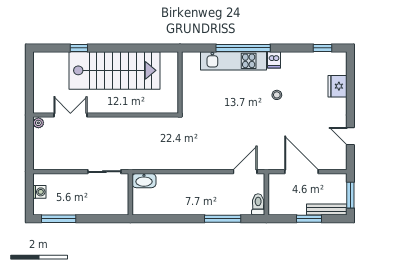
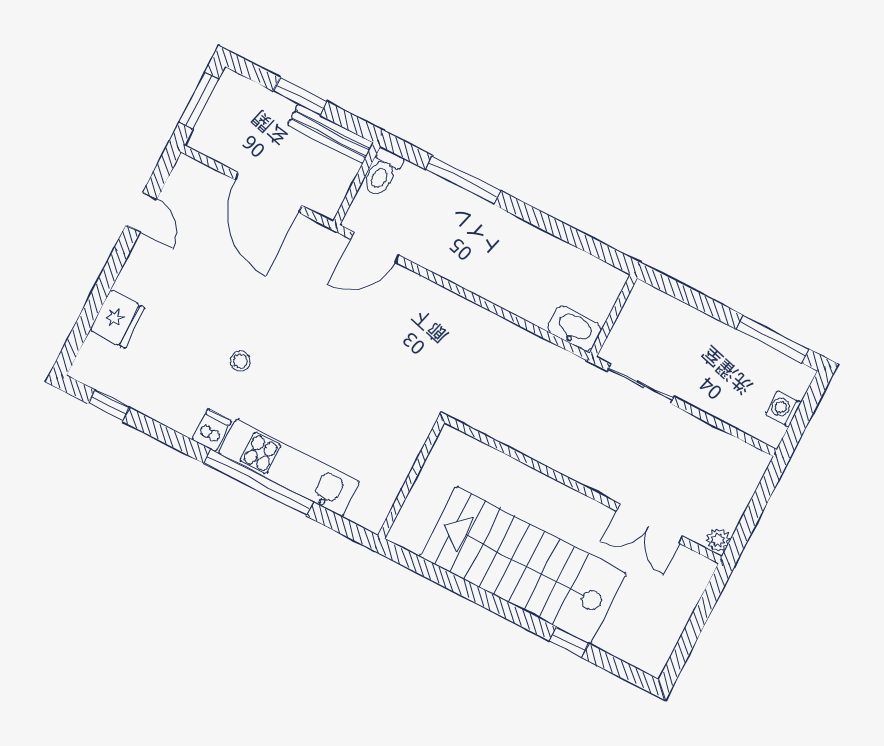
bench: (327, 210) -> (330, 134), moved

